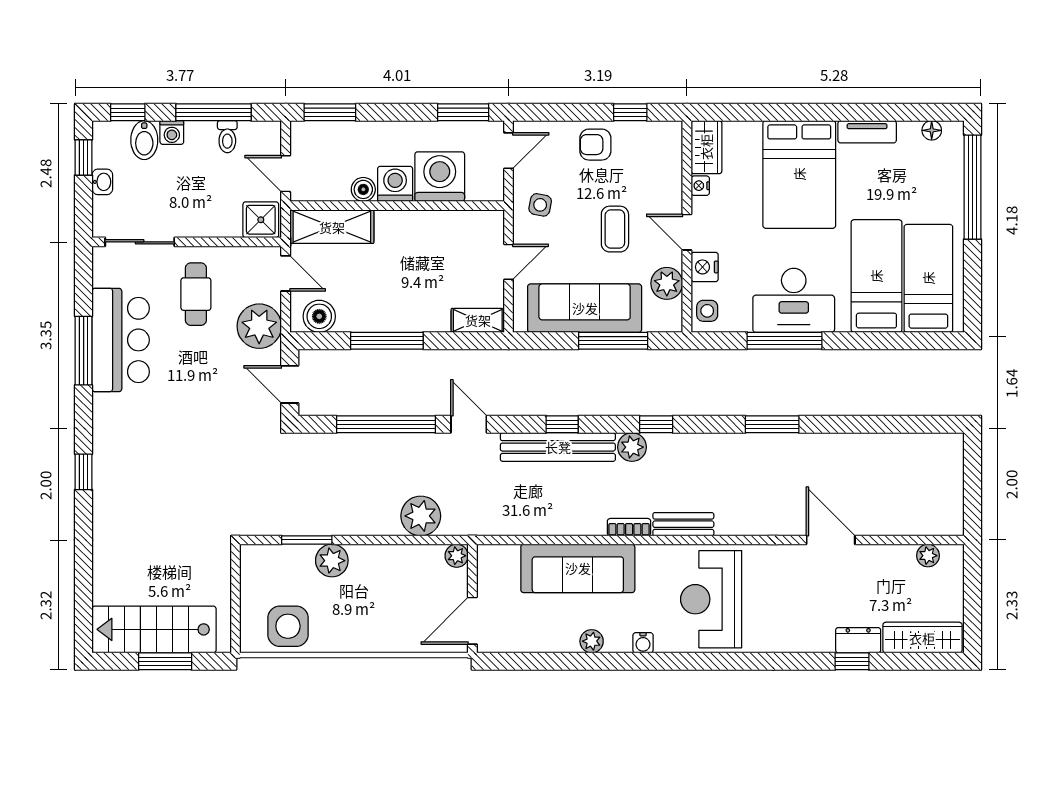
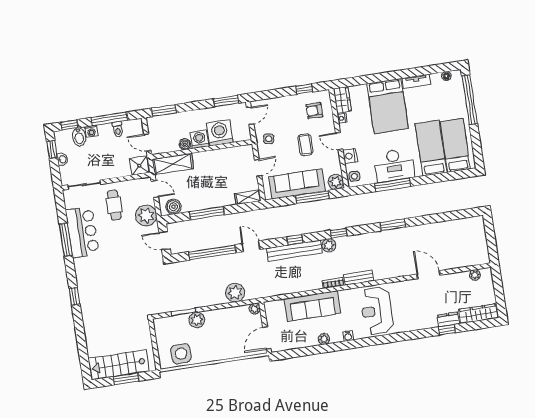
armchair: (595, 145) -> (314, 111), moved
plant: (667, 283) -> (336, 182), moved

